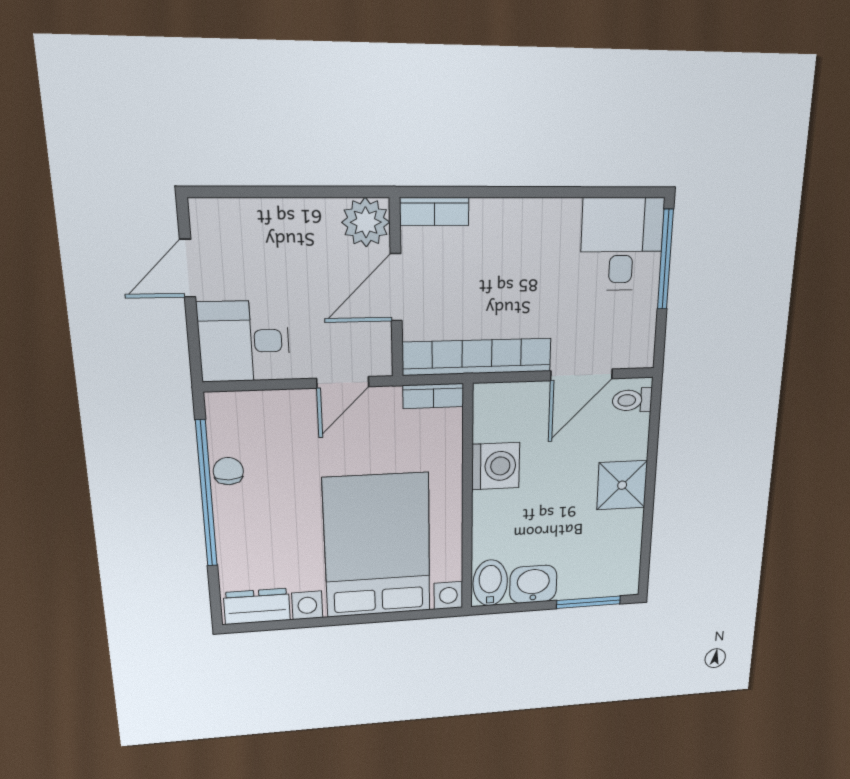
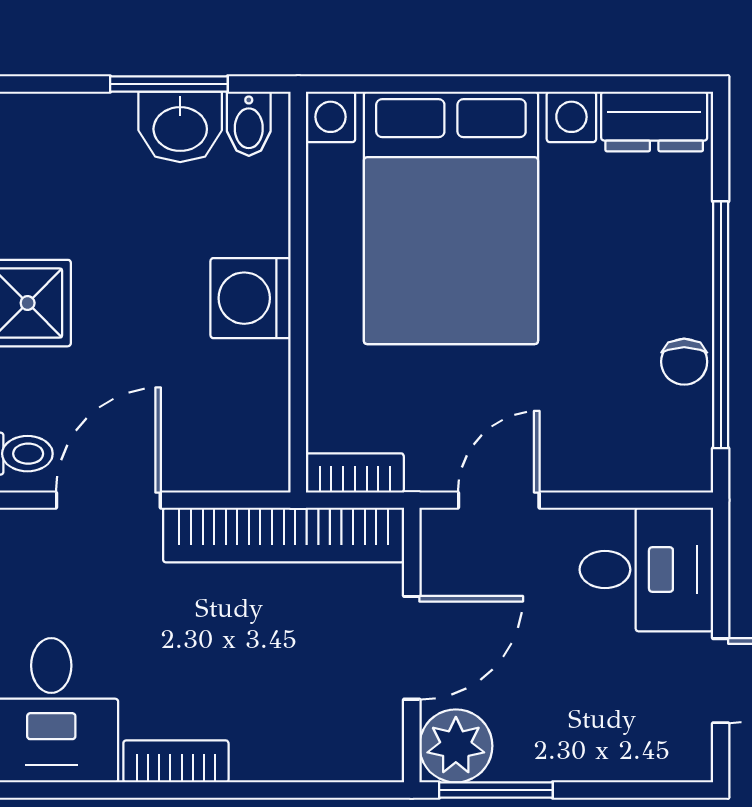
window: (338, 192) -> (496, 790), added
bookcase: (434, 212) -> (176, 761), moved
washing machine: (496, 466) -> (251, 298), moved
bidet: (490, 583) -> (249, 124), width x0.72, depth x0.74
window: (588, 602) -> (169, 84), moved

